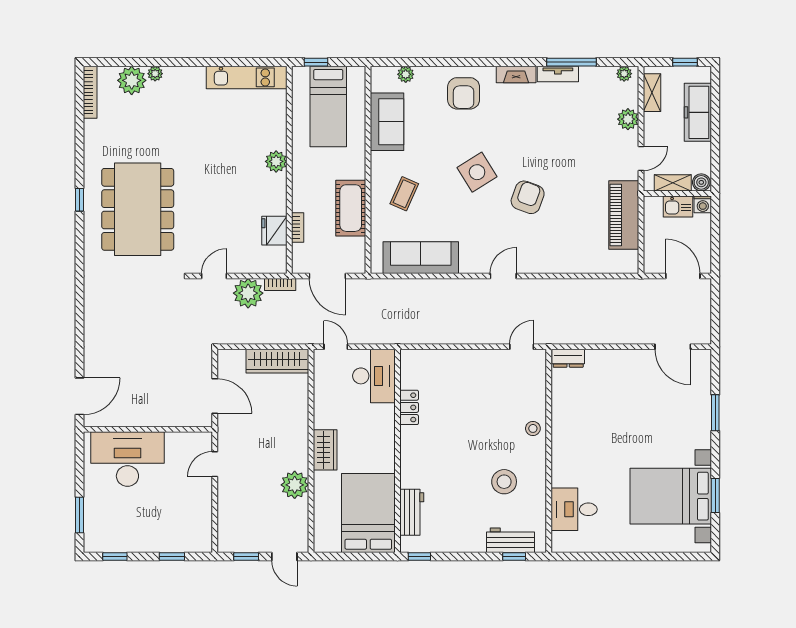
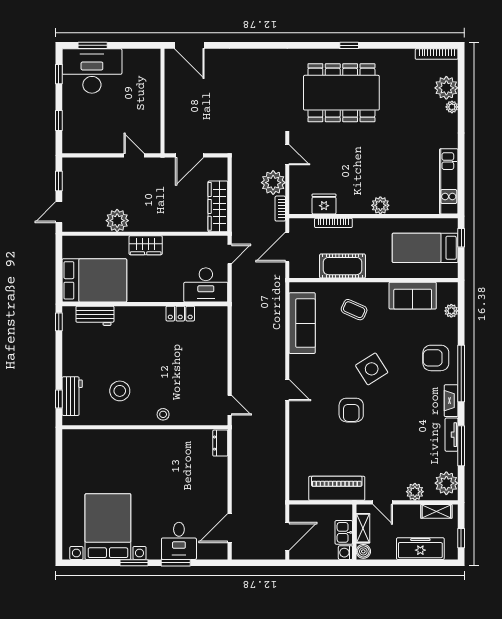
window: (483, 62) -> (461, 373), added
plant: (624, 74) -> (446, 483), width x1.88, depth x1.88
armchair: (528, 197) -> (351, 410), turned 70
bookcase: (298, 227) -> (333, 223), width x1.56
desk: (127, 459) -> (92, 71), moved, turned -90
window: (715, 495) -> (134, 563), moved
desk: (574, 509) -> (179, 541), moved, turned 180

